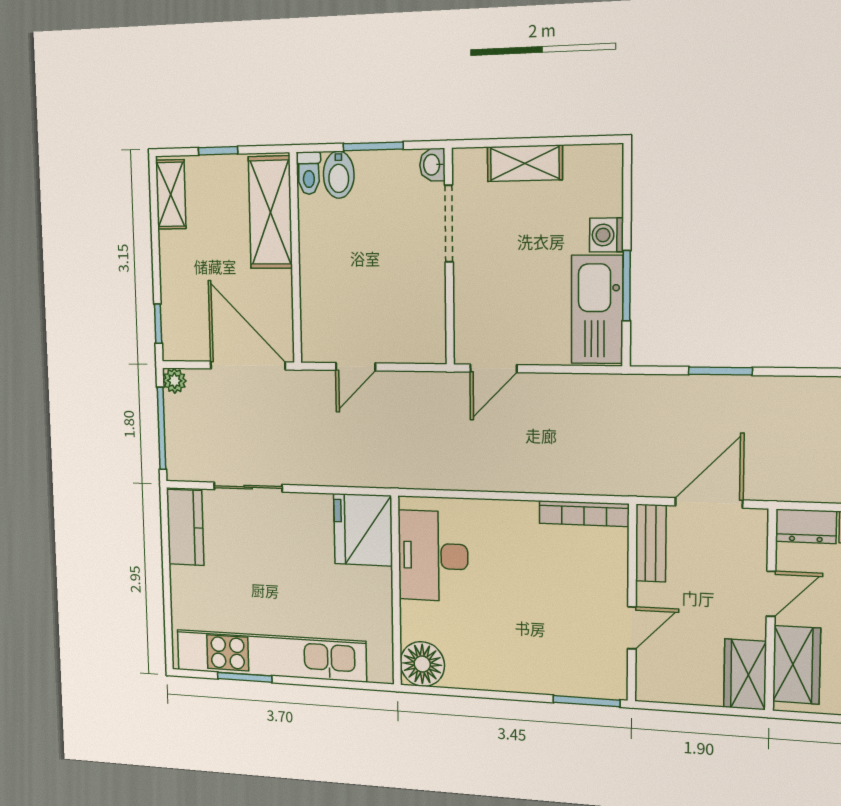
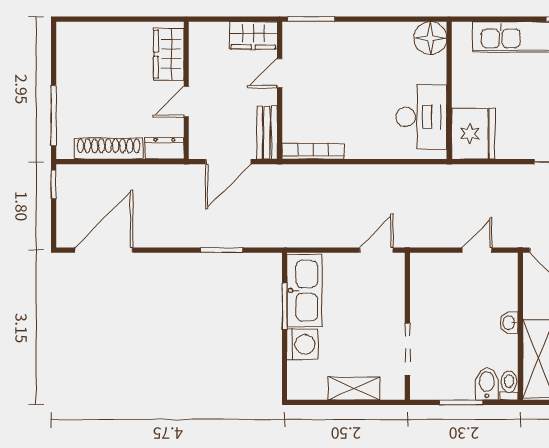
washbasin: (432, 165) -> (509, 323), moved, turned 180
washing machine: (606, 235) -> (303, 344), width x1.38, depth x1.38
wardrobe: (745, 674) -> (253, 35), moved, turned 90

